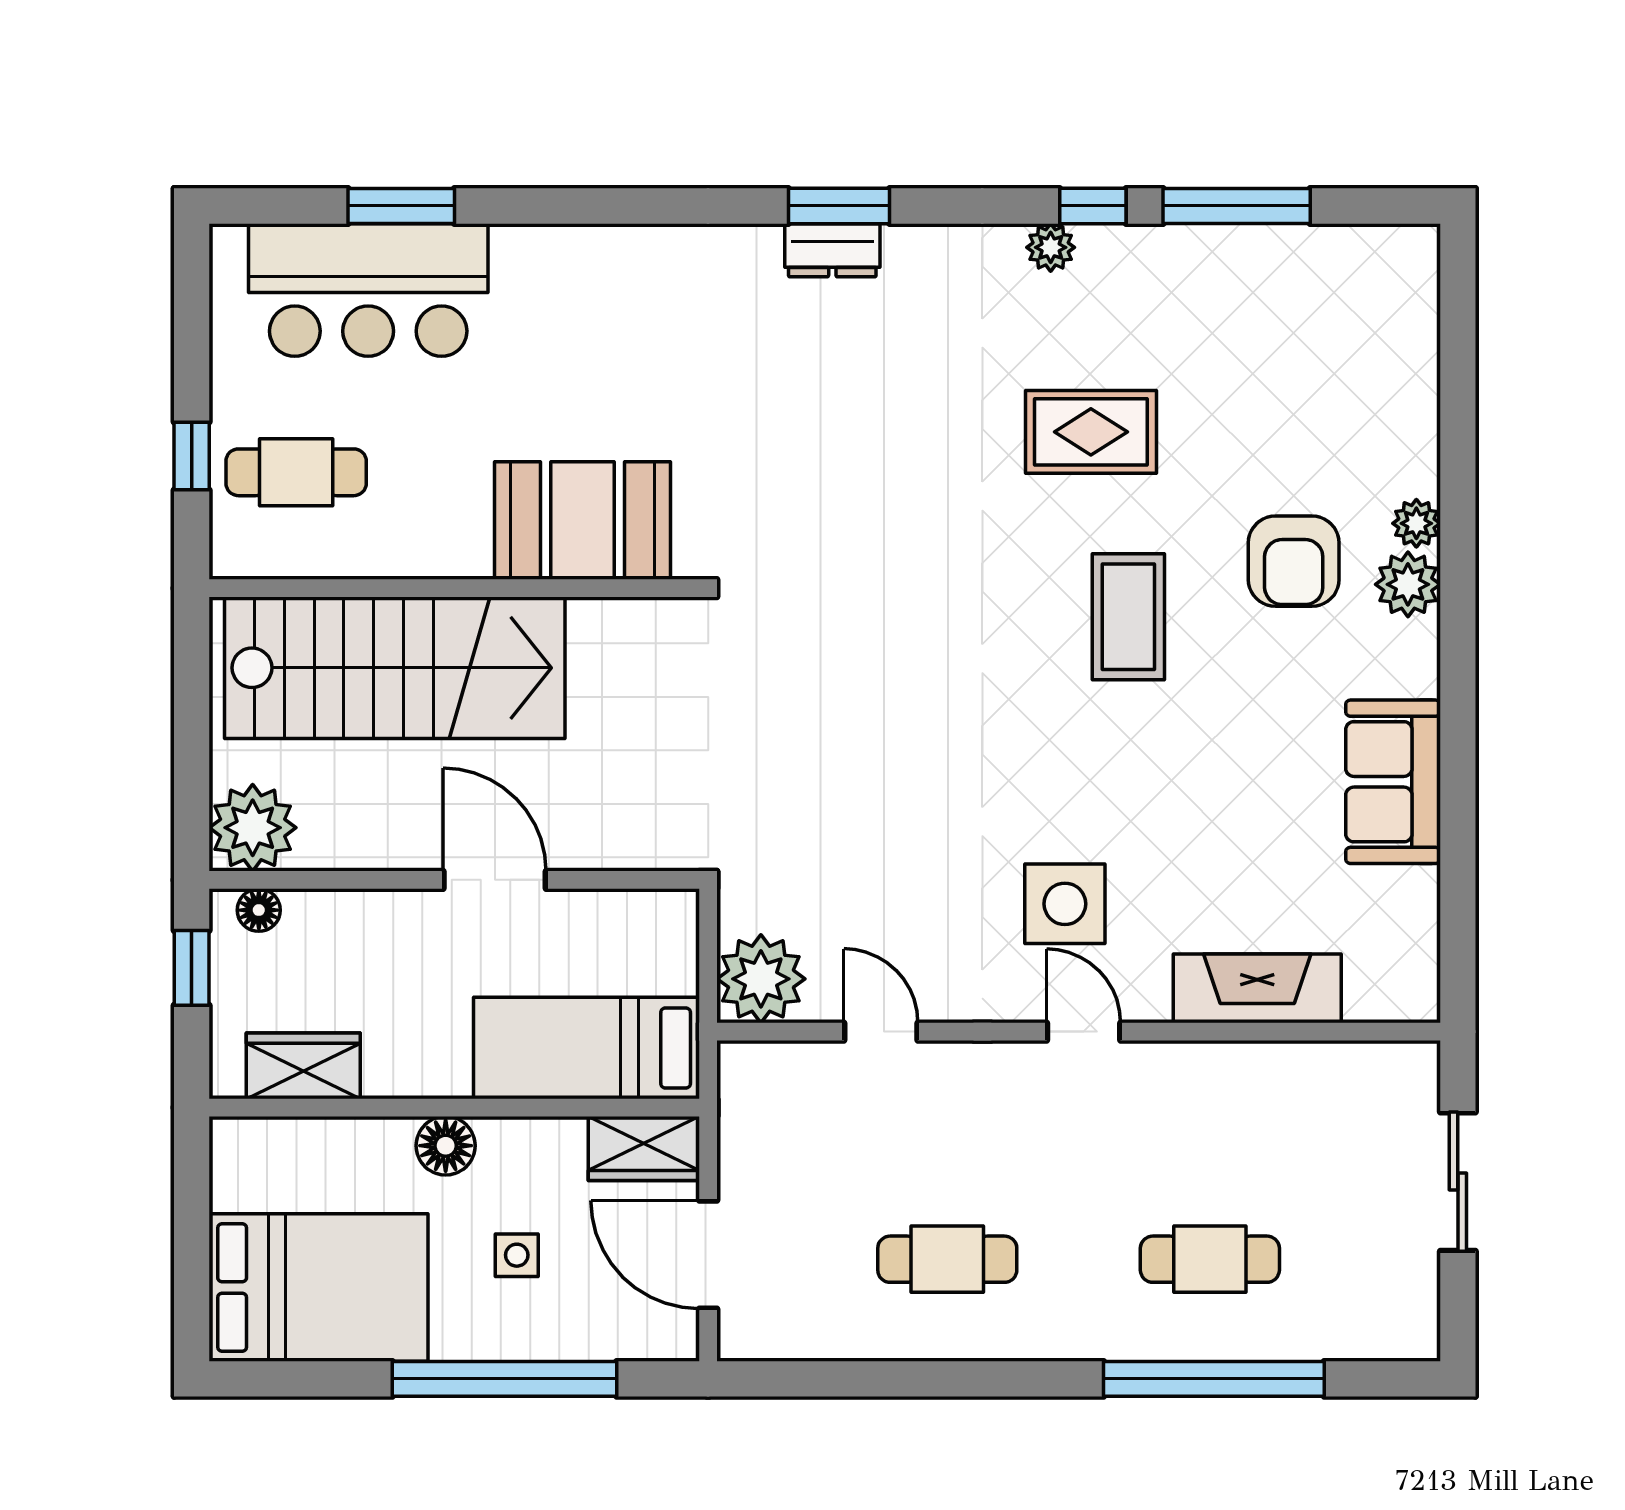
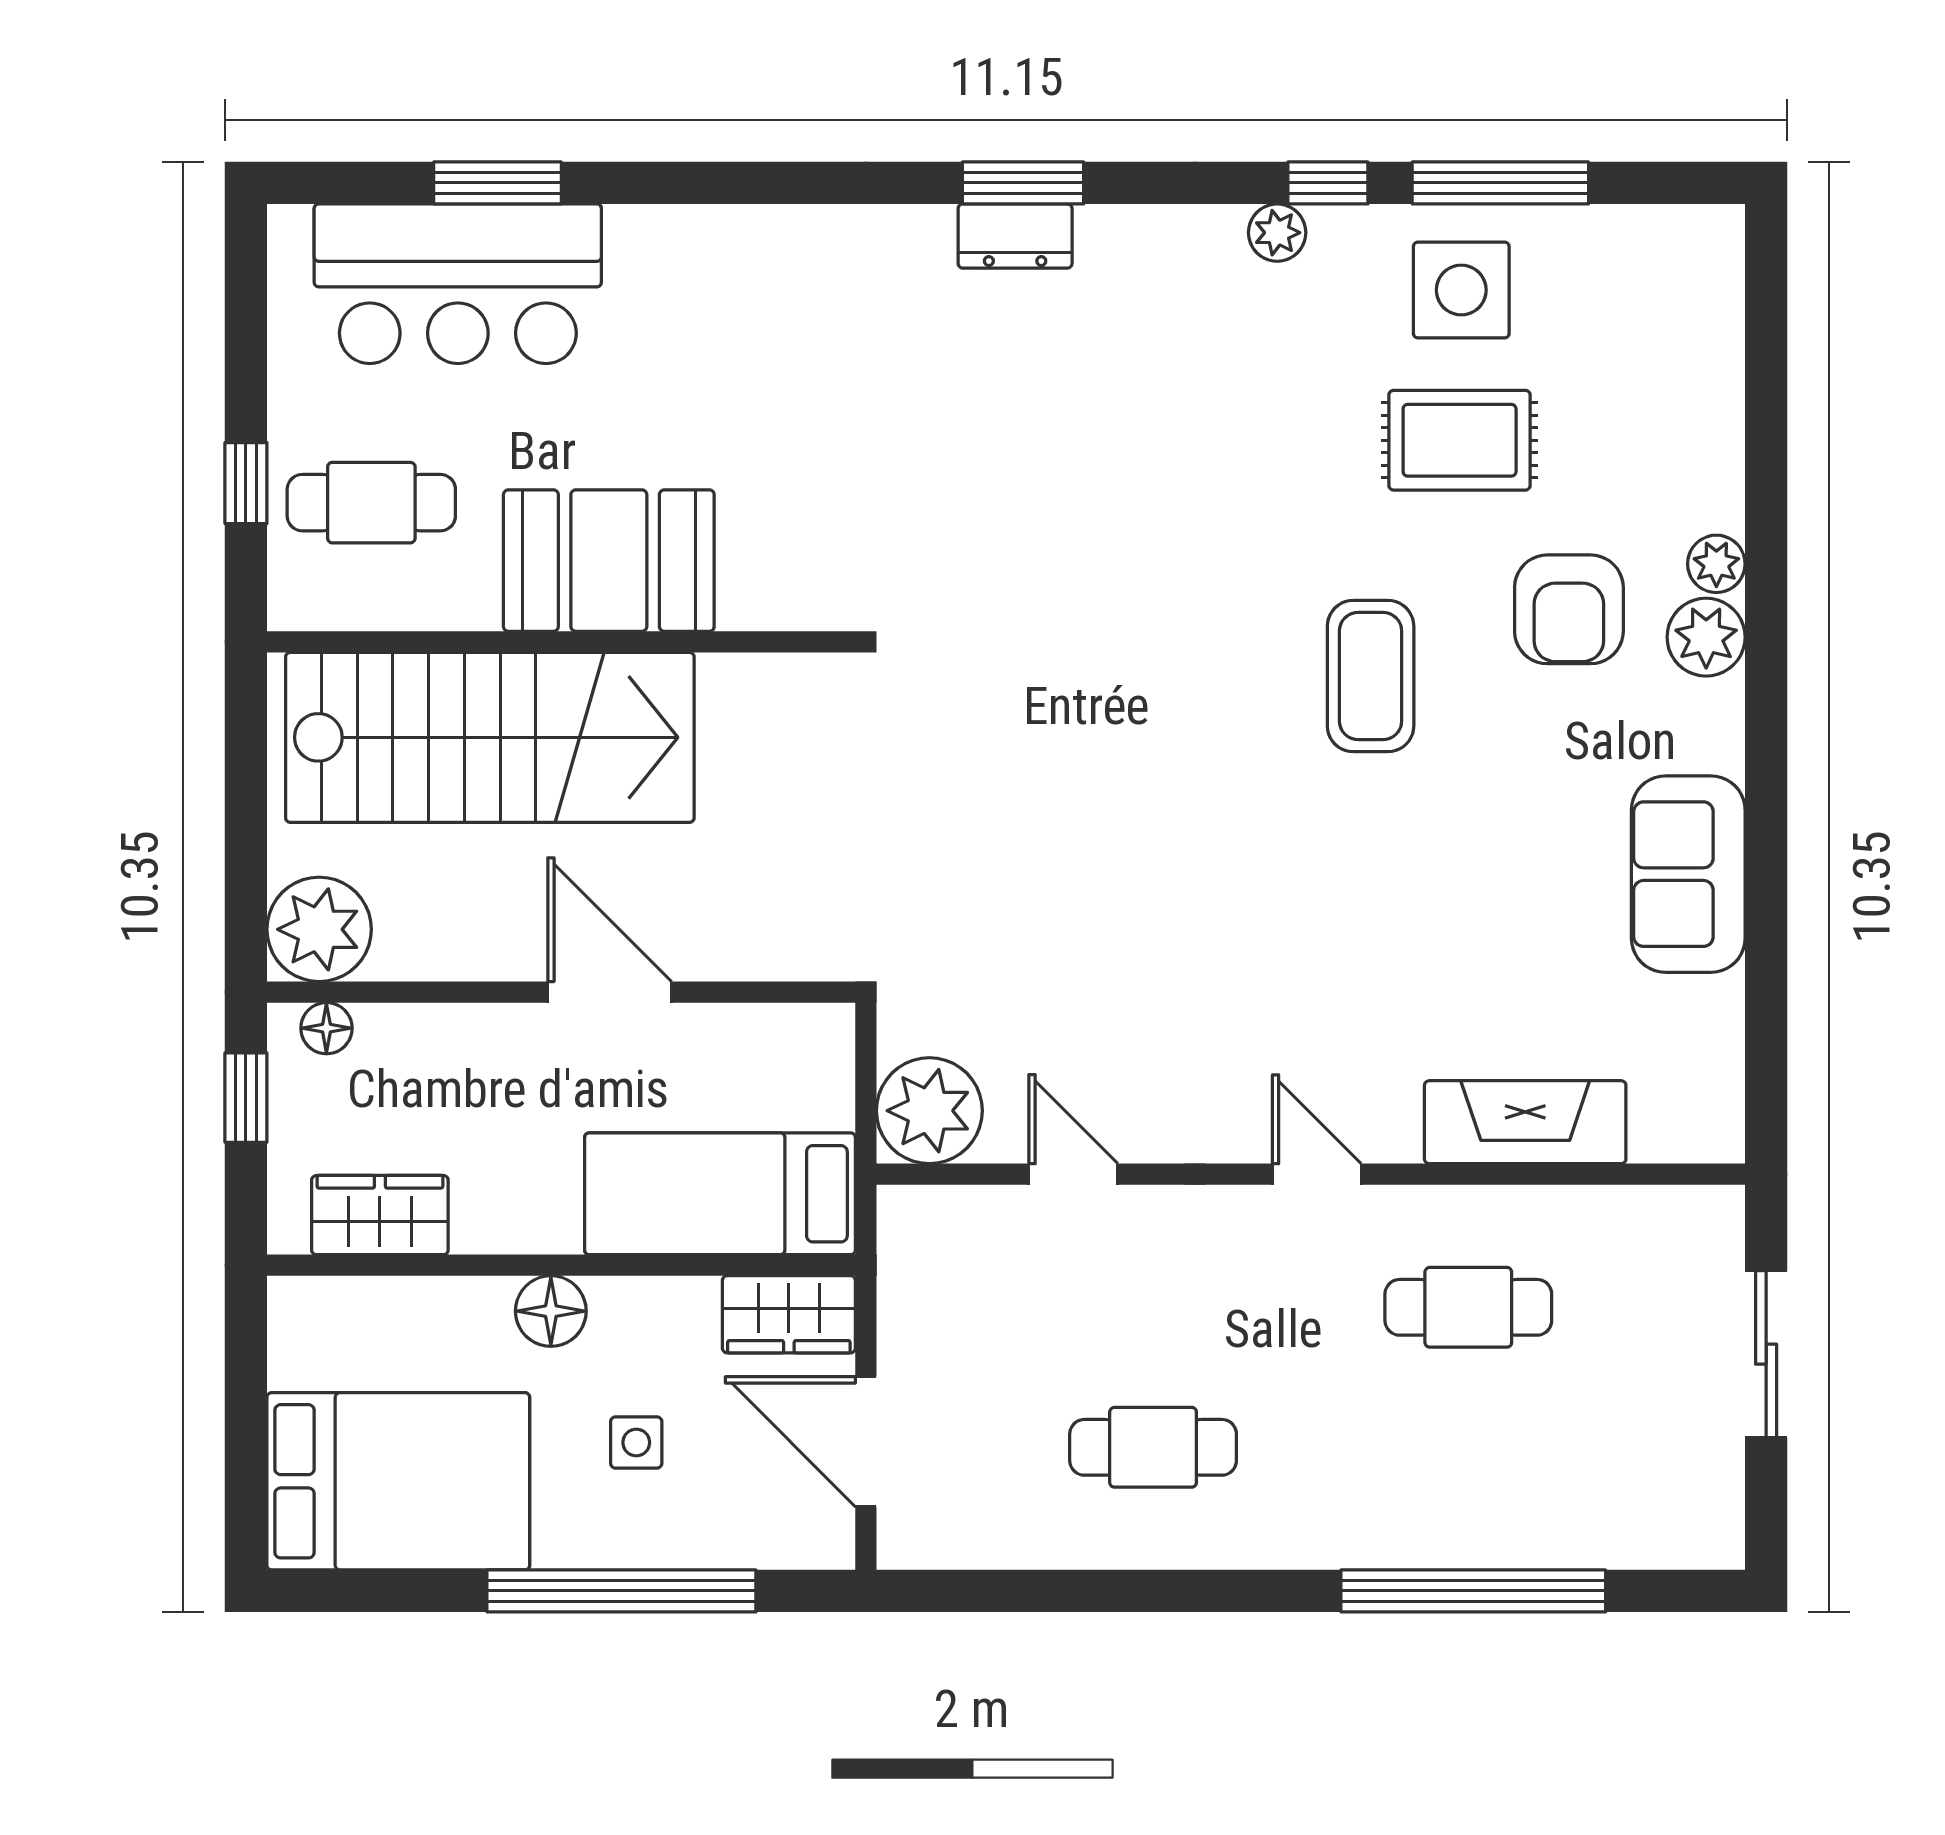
rug: (1091, 432) -> (1460, 440), moved
booth: (583, 521) -> (609, 561), moved
side table: (1065, 904) -> (1461, 290), moved
cafe table: (1210, 1259) -> (1468, 1307), moved

